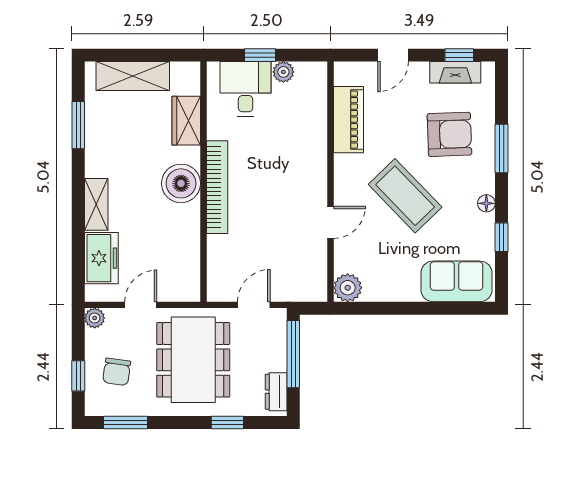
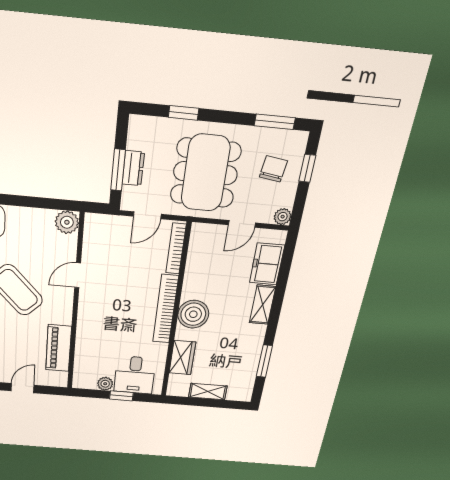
shelving: (133, 76) -> (208, 392), width x0.67, depth x0.75
bookcase: (215, 267) -> (176, 249), added
window: (293, 354) -> (118, 170), width x0.69
dresser: (276, 392) -> (133, 168), moved

